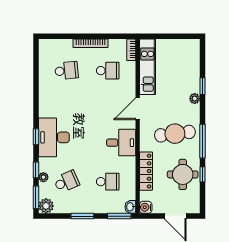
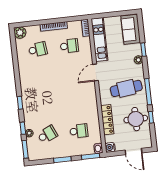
sofa: (189, 58) -> (131, 29), added
desk: (54, 137) -> (34, 102), removed
desk: (121, 143) -> (86, 100), removed
plant: (46, 206) -> (20, 33), moved

